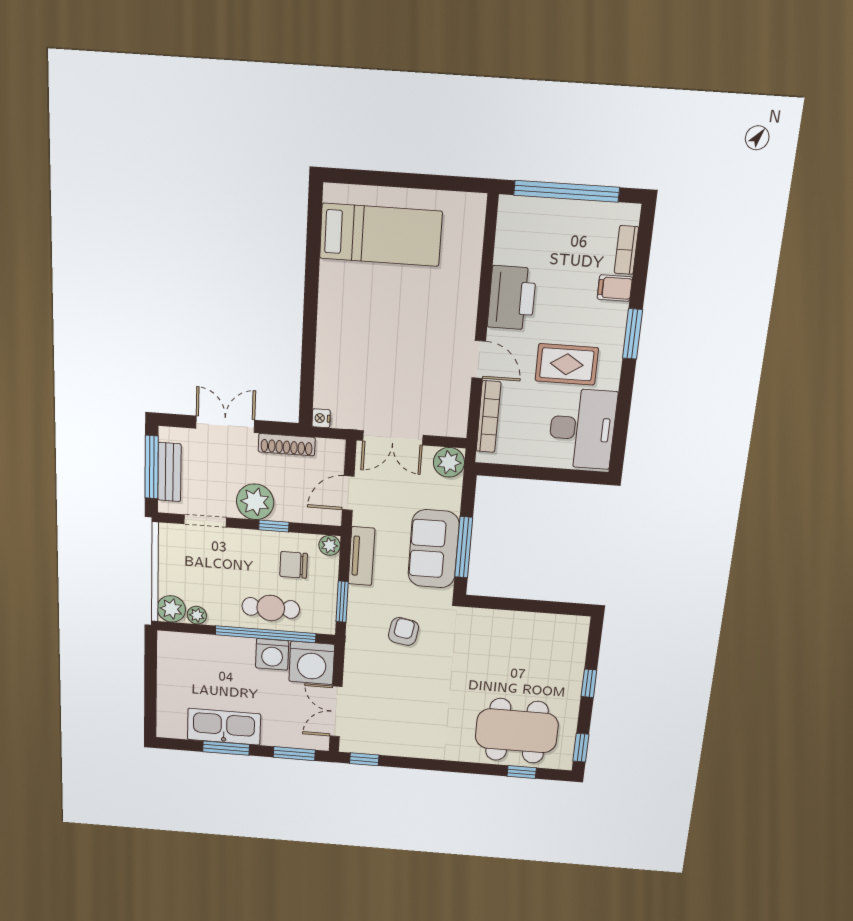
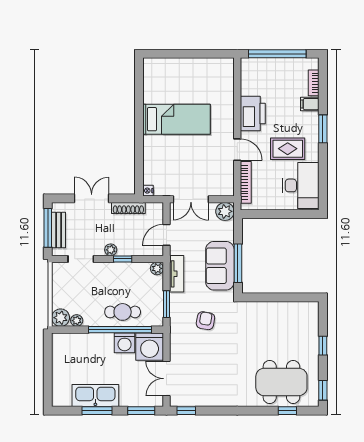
bed: (381, 235) -> (176, 119), moved
plant: (255, 502) -> (111, 250), width x0.53, depth x0.53
chair: (294, 565) -> (136, 283), removed

